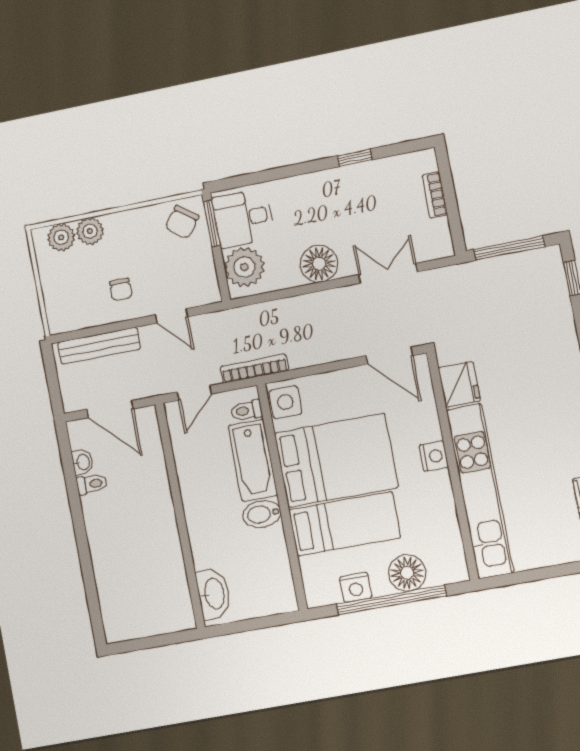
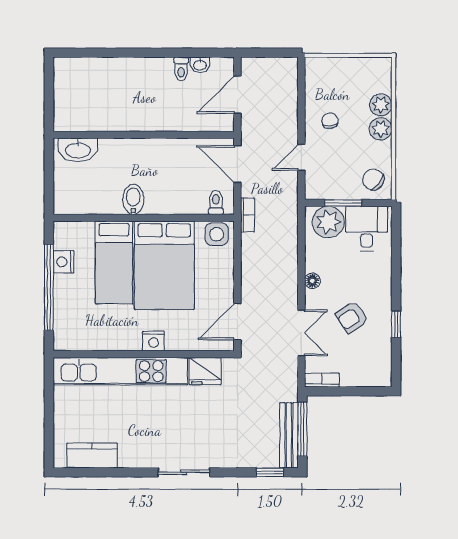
bookcase: (435, 195) -> (322, 380), moved
armchair: (356, 214) -> (352, 317), added
window: (212, 223) -> (343, 203), moved
plant: (61, 237) -> (381, 129), moved
floor lamp: (319, 264) -> (312, 281), width x0.53, depth x0.53
chair: (121, 290) -> (330, 121), turned 84
bench: (99, 346) -> (289, 435), moved
bookcase: (254, 369) -> (247, 215), width x0.64
door: (194, 393) -> (237, 164), width x1.38
bathtub: (253, 461) -> (176, 200), removed
floor lamp: (407, 573) -> (68, 304), removed

